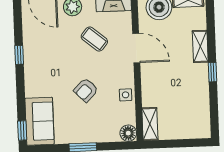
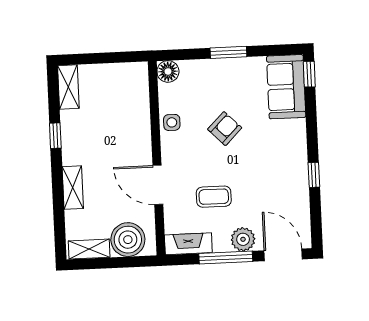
coffee table: (94, 39) -> (214, 197), turned -40
window: (212, 72) -> (55, 136), moved
shelving: (150, 124) -> (68, 87), moved

